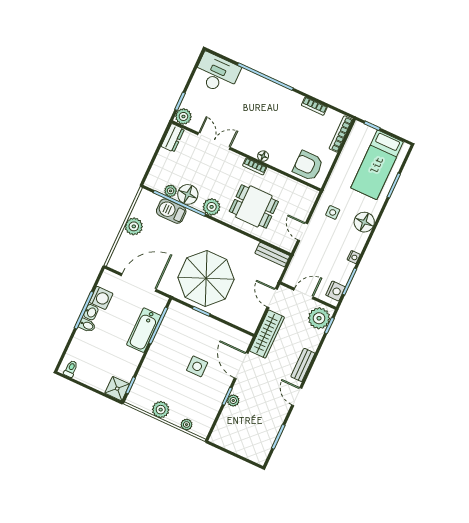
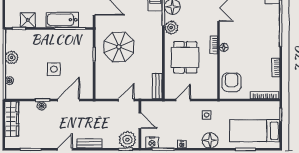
parasol: (206, 278) -> (119, 47), width x0.73, depth x0.73
wardrobe: (267, 334) -> (12, 119), moved, turned -90
shower: (117, 389) -> (28, 20), moved

